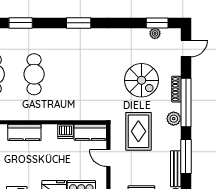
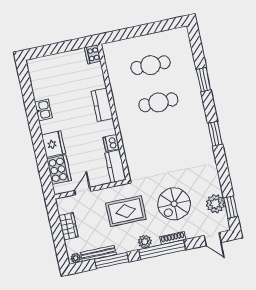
plant: (155, 33) -> (215, 204), width x1.87, depth x1.87
door: (108, 158) -> (83, 191), moved

